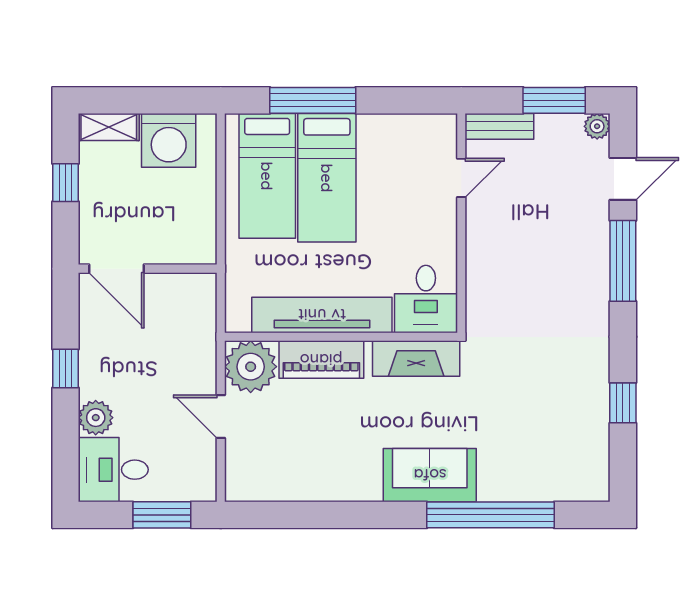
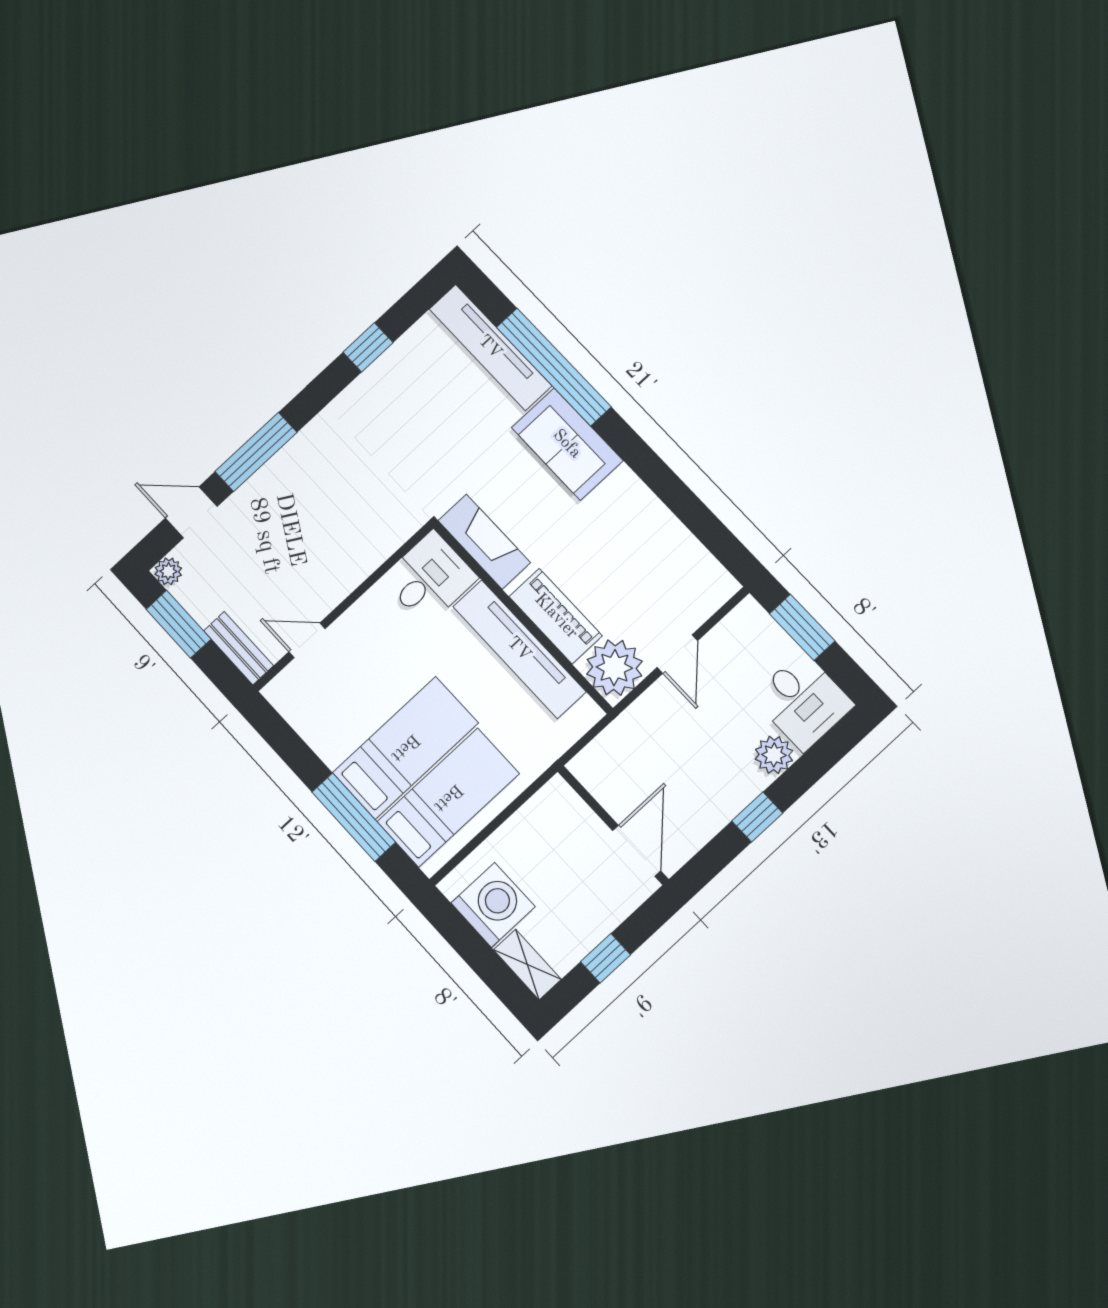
tv unit: (544, 485) -> (490, 347), added

